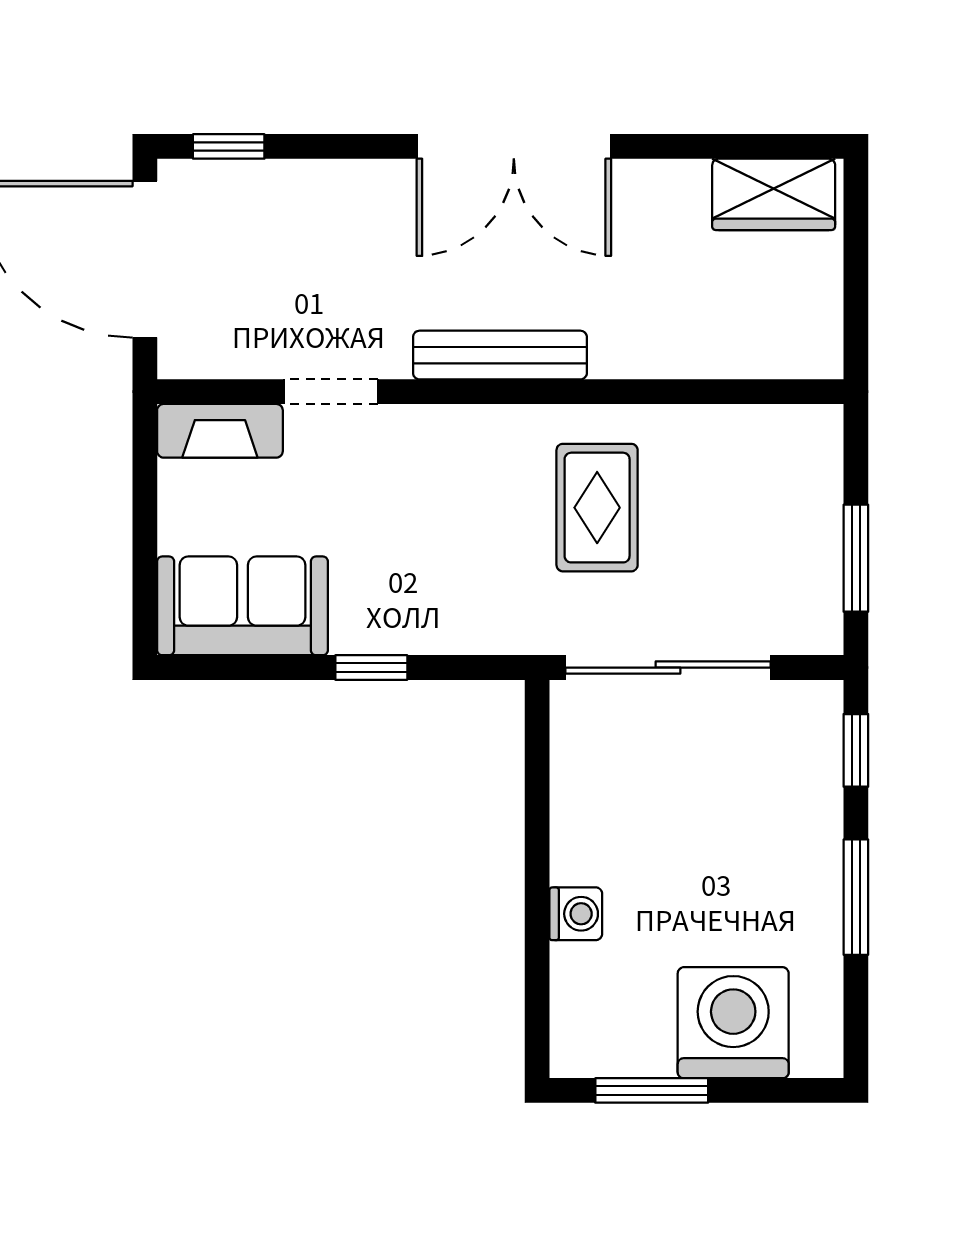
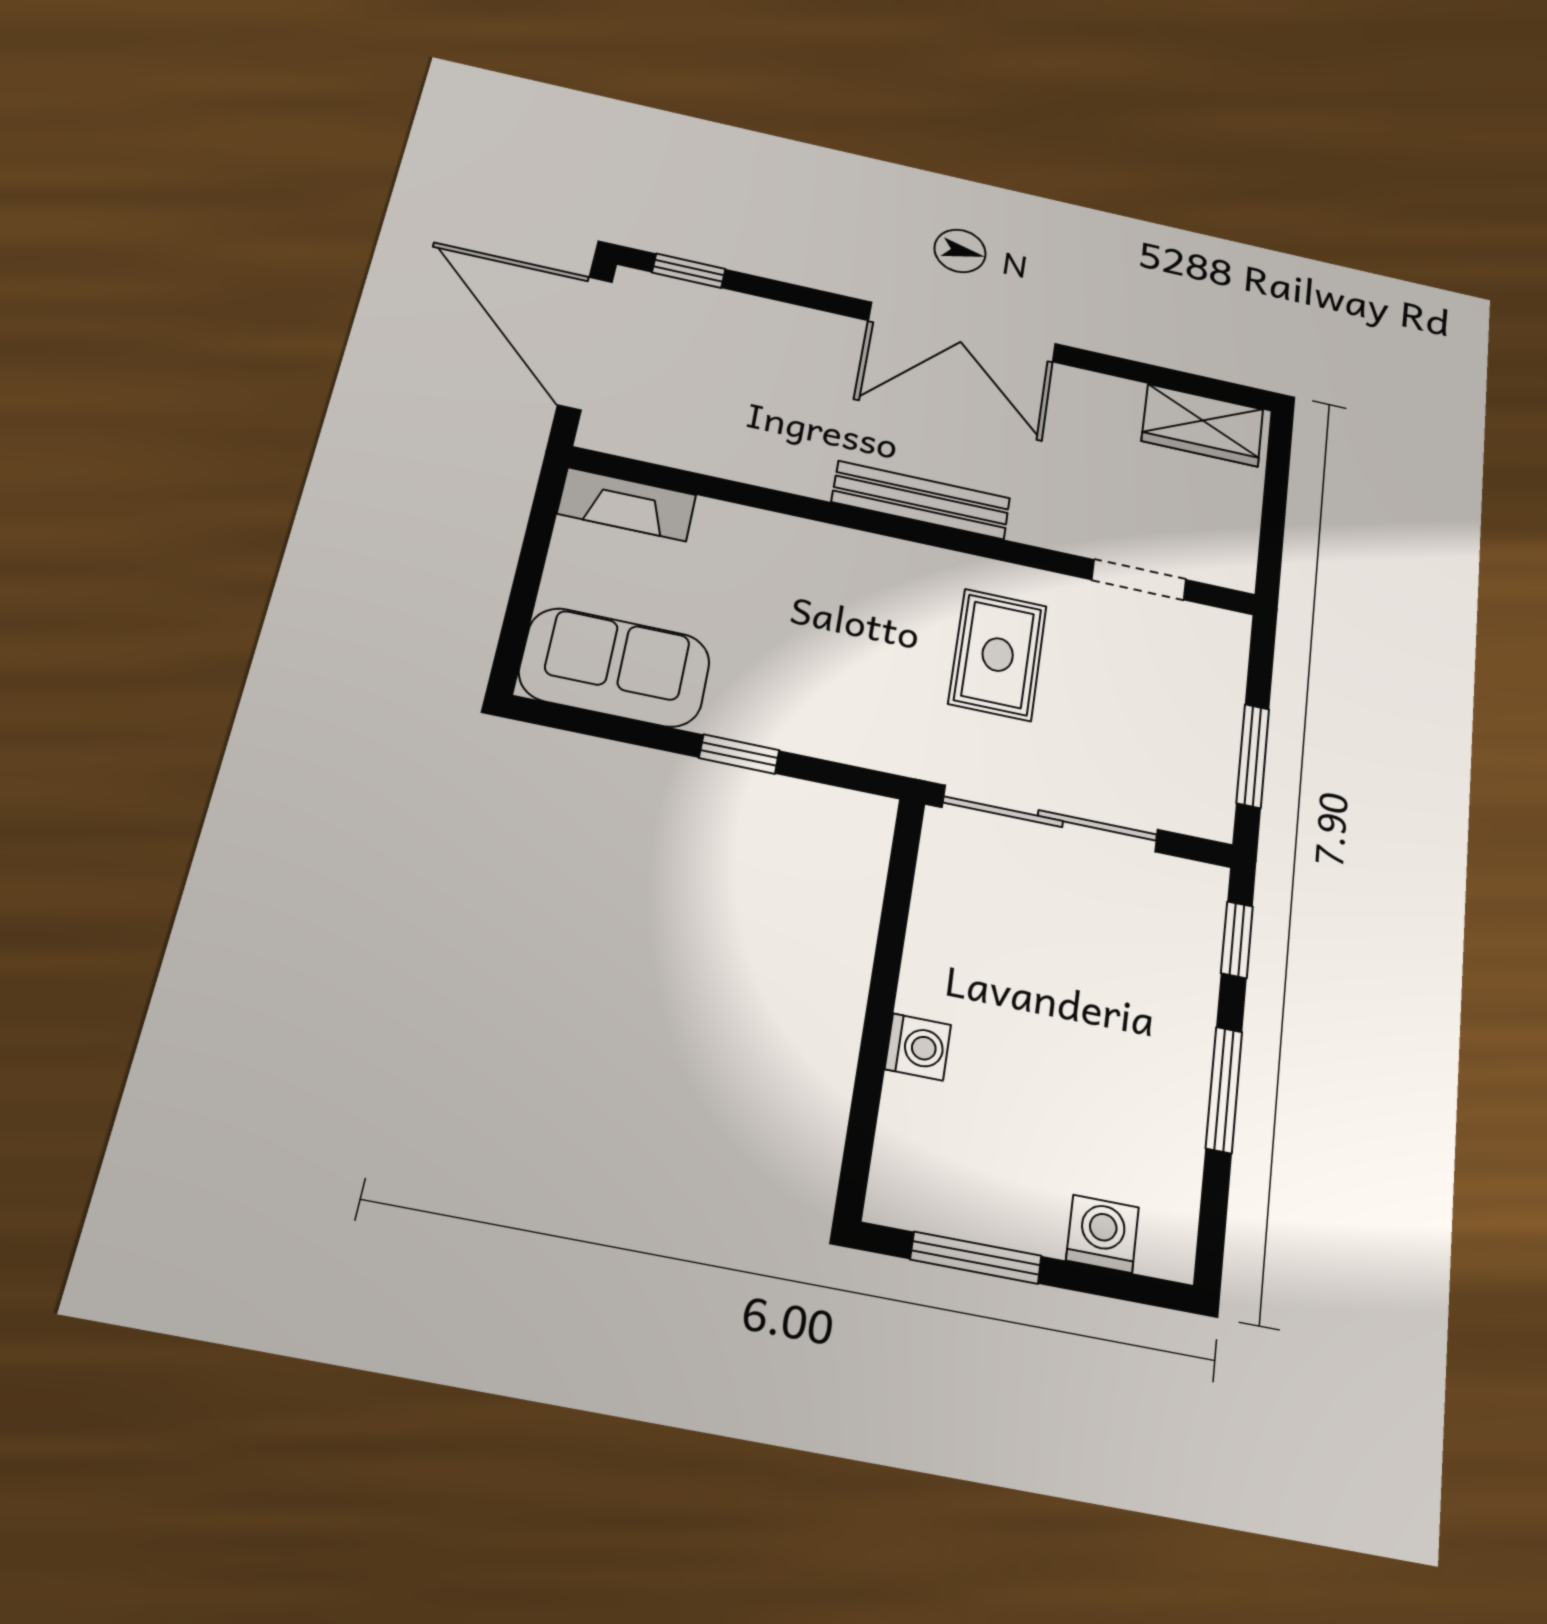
doorway: (331, 392) -> (1139, 580), moved
washing machine: (733, 1023) -> (1103, 1234), width x0.53, depth x0.53

